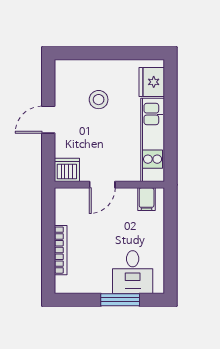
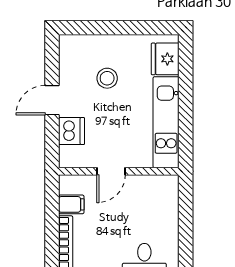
dishwasher: (67, 170) -> (72, 131), moved, turned 90
filing cabinet: (147, 199) -> (71, 204), moved, turned -90

